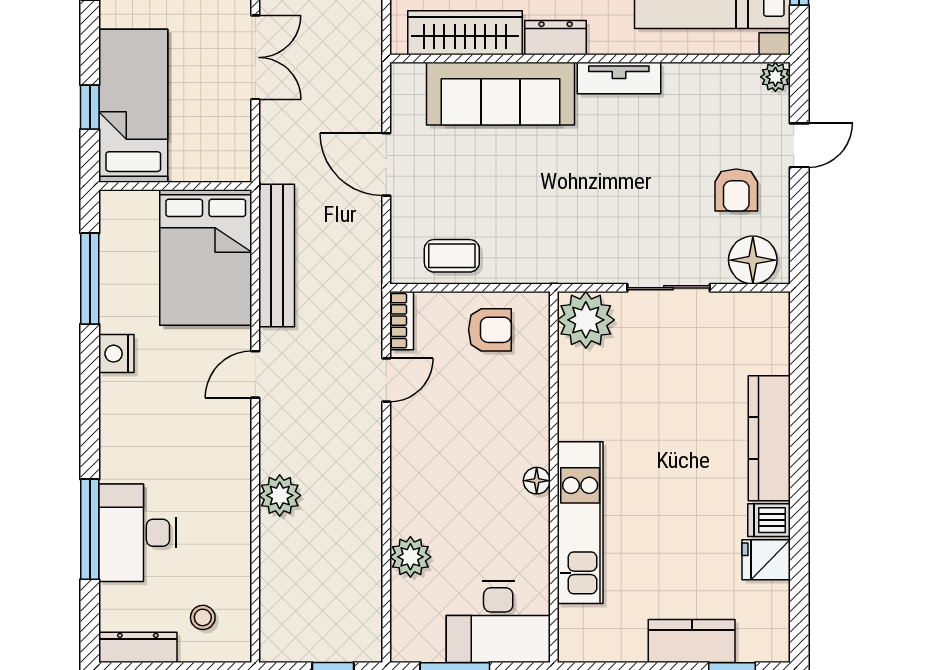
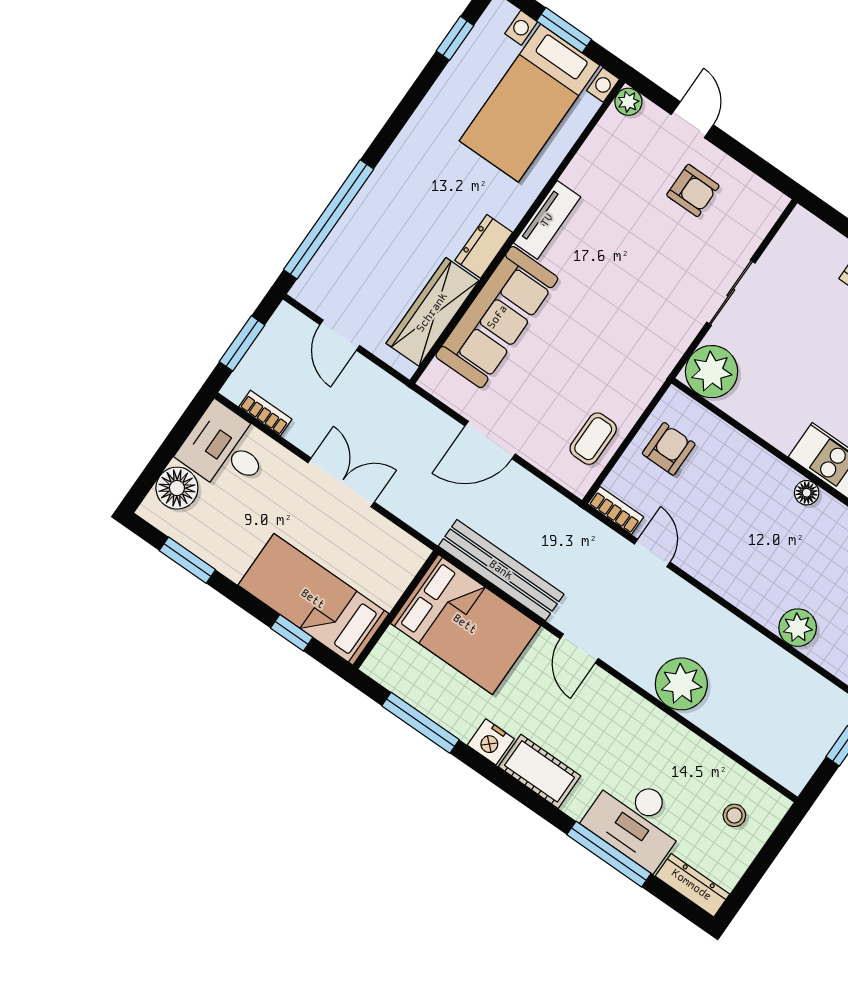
floor lamp: (753, 260) -> (754, 215), removed
cot: (120, 416) -> (540, 771), added
plant: (280, 495) -> (681, 684), width x1.36, depth x1.36
dresser: (138, 647) -> (692, 885), moved, turned 90

